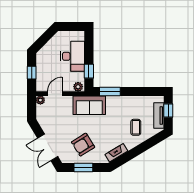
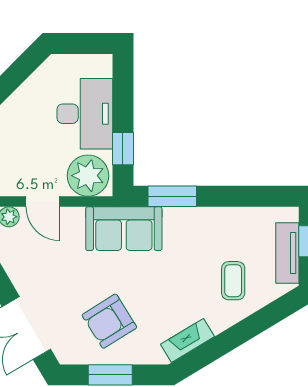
plant: (78, 87) -> (88, 176), width x1.87, depth x1.87
door: (55, 94) -> (43, 201), swing flipped

